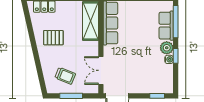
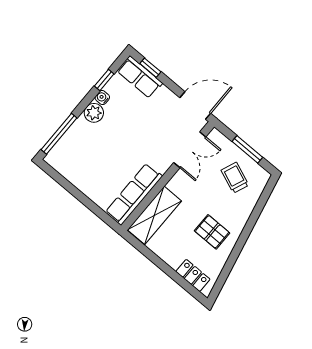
row of seats: (166, 26) -> (140, 77), moved, turned 90
window: (176, 56) -> (104, 80), moved

